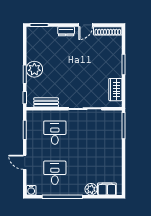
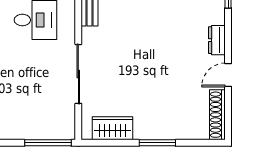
door: (86, 25) -> (228, 75), hinge flipped

